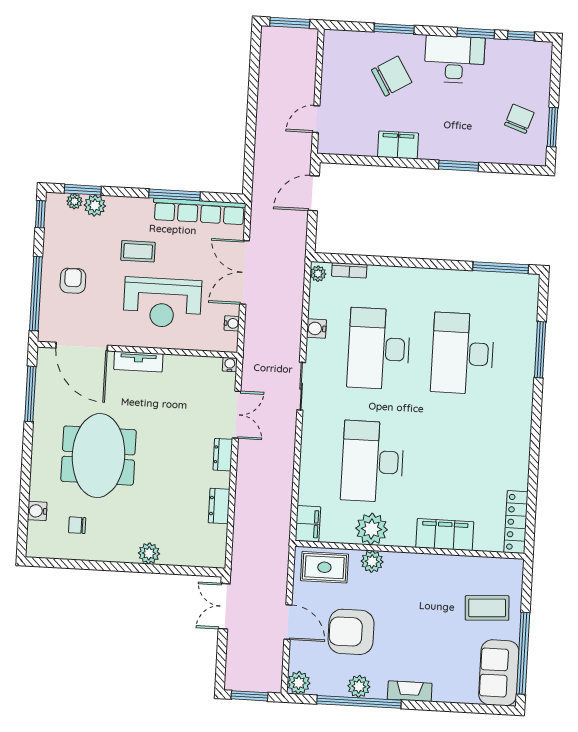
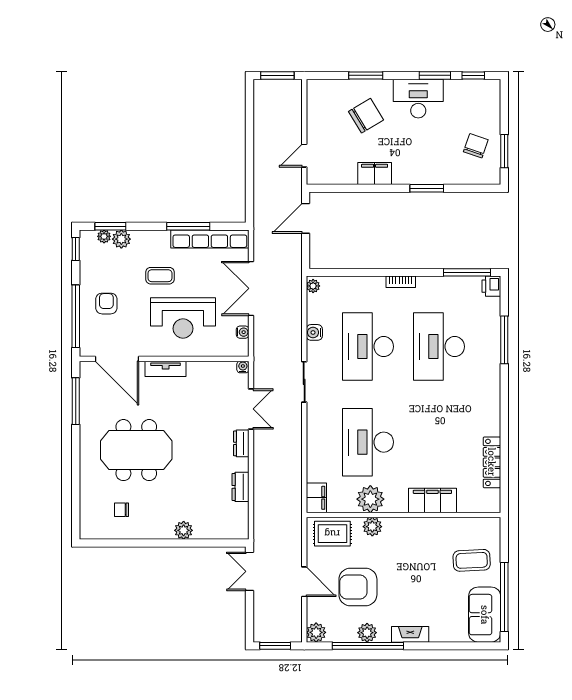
bookcase: (349, 270) -> (401, 282), moved
printer: (528, 286) -> (491, 286), added
meeting table: (99, 456) -> (136, 450), turned 90
water cooler: (37, 511) -> (87, 500), removed
locker: (516, 522) -> (492, 462), moved

